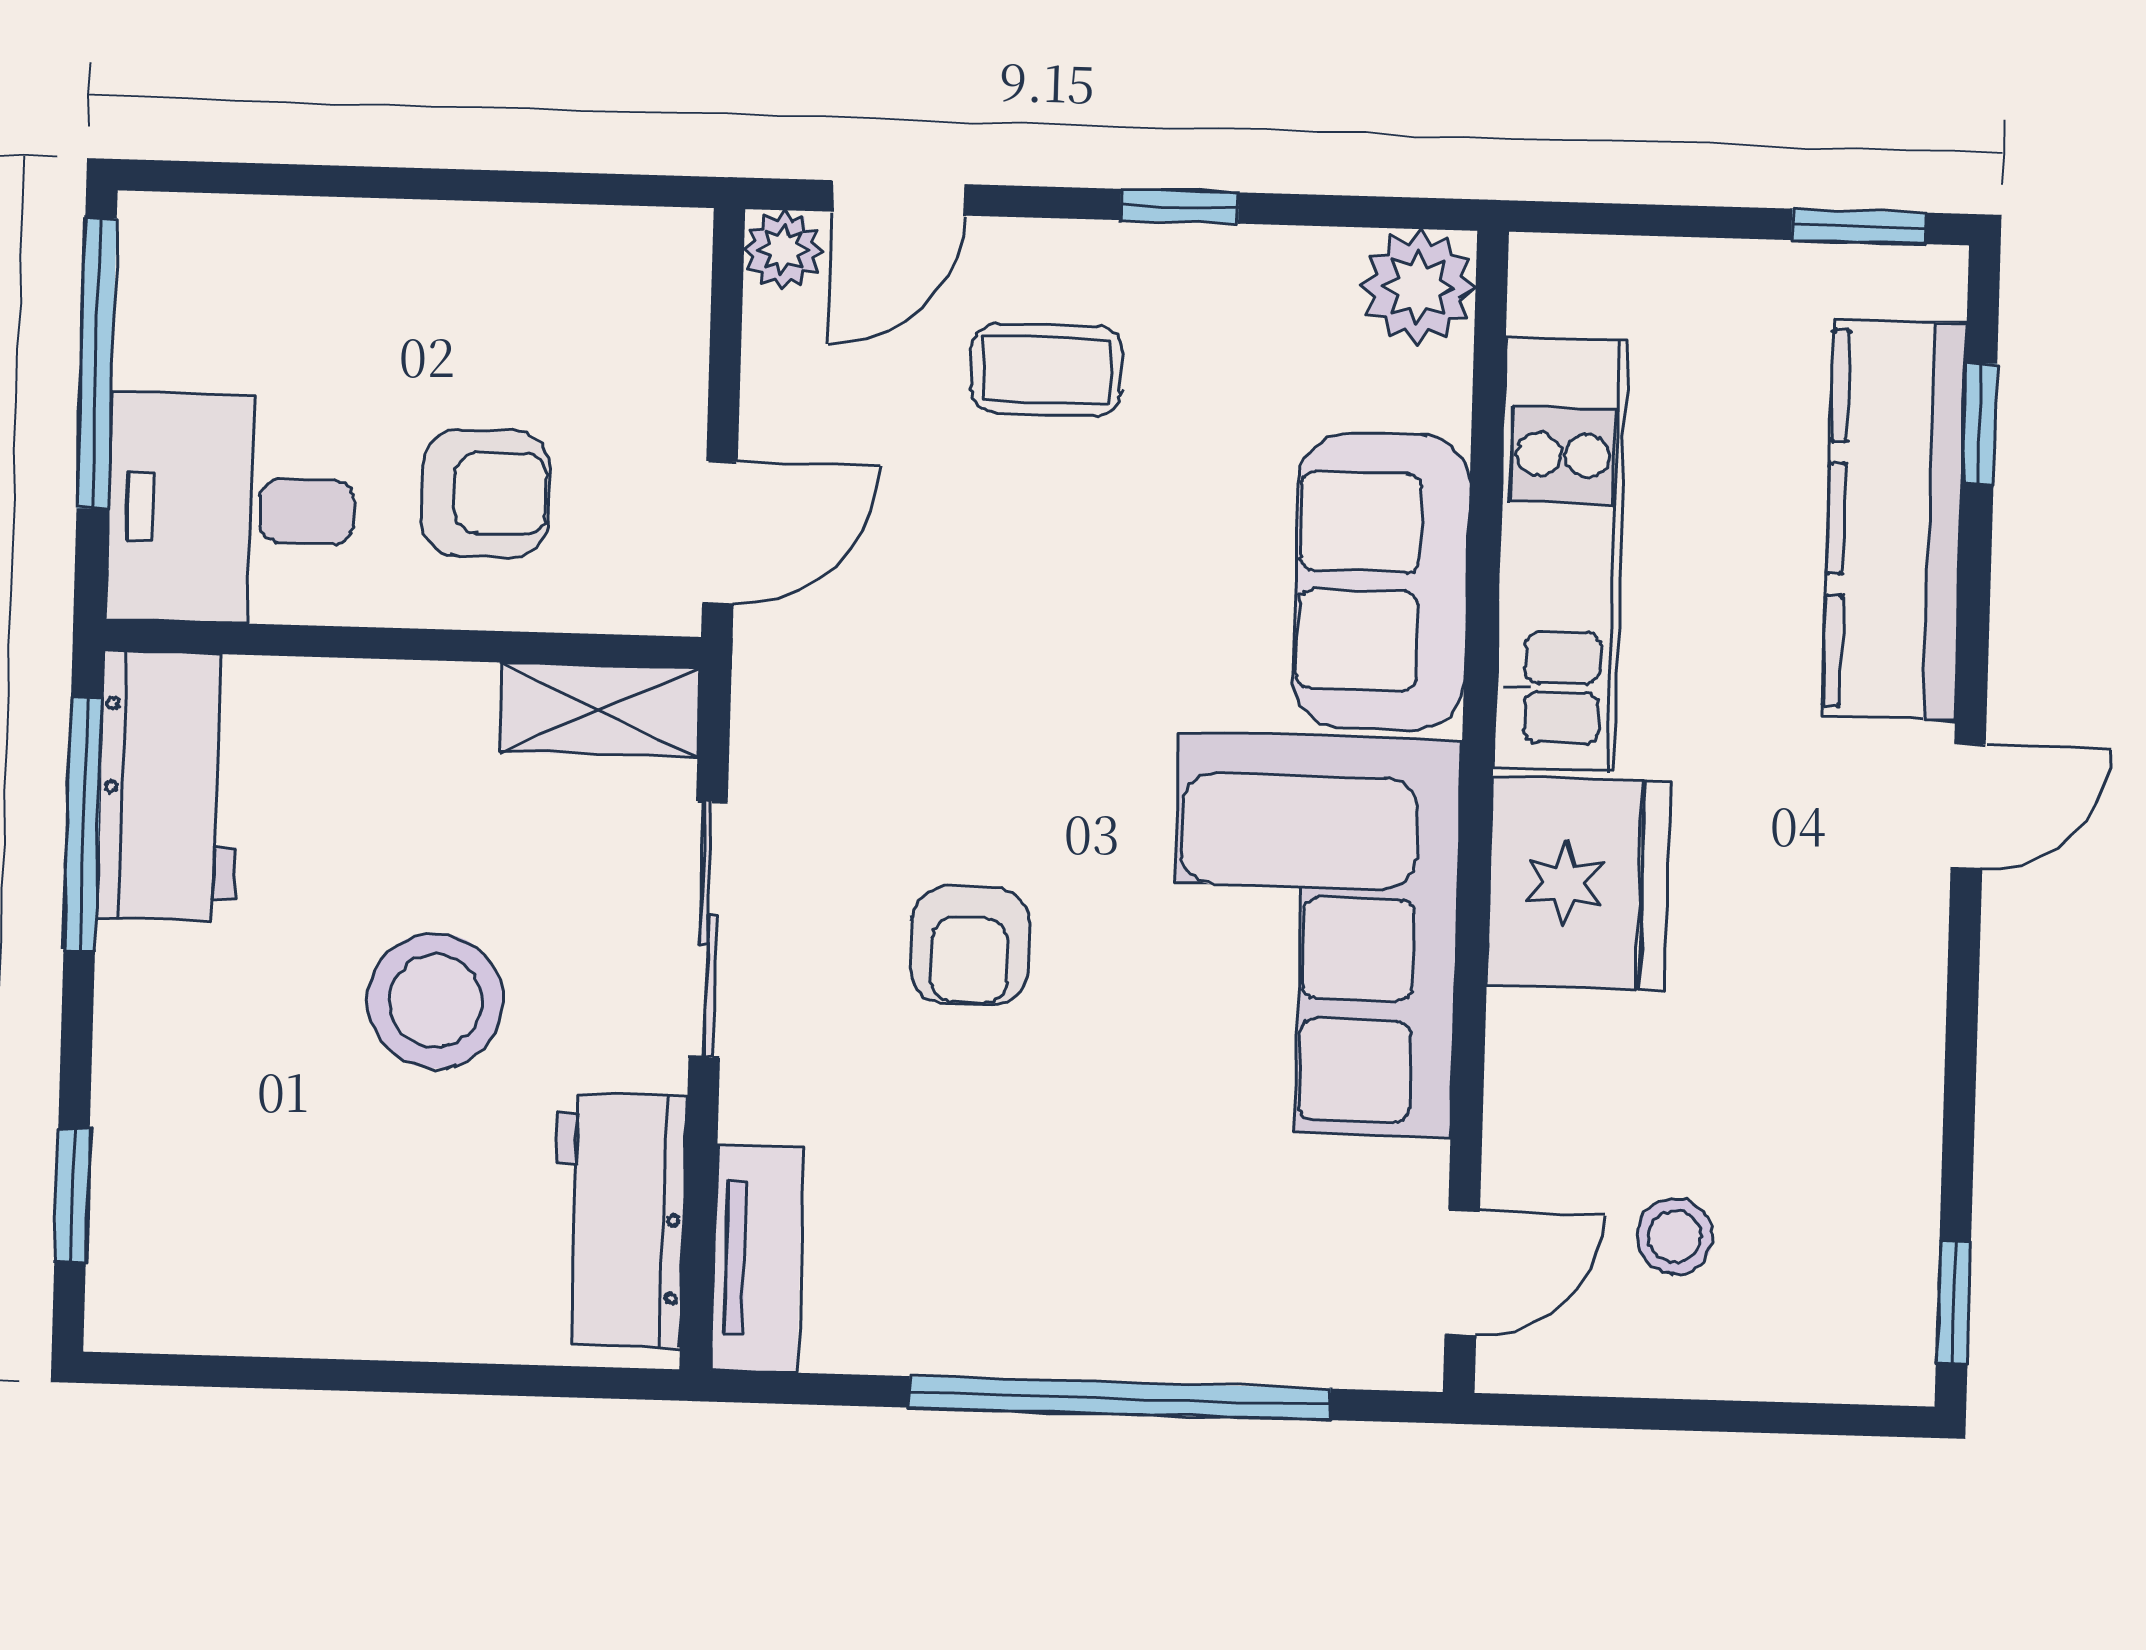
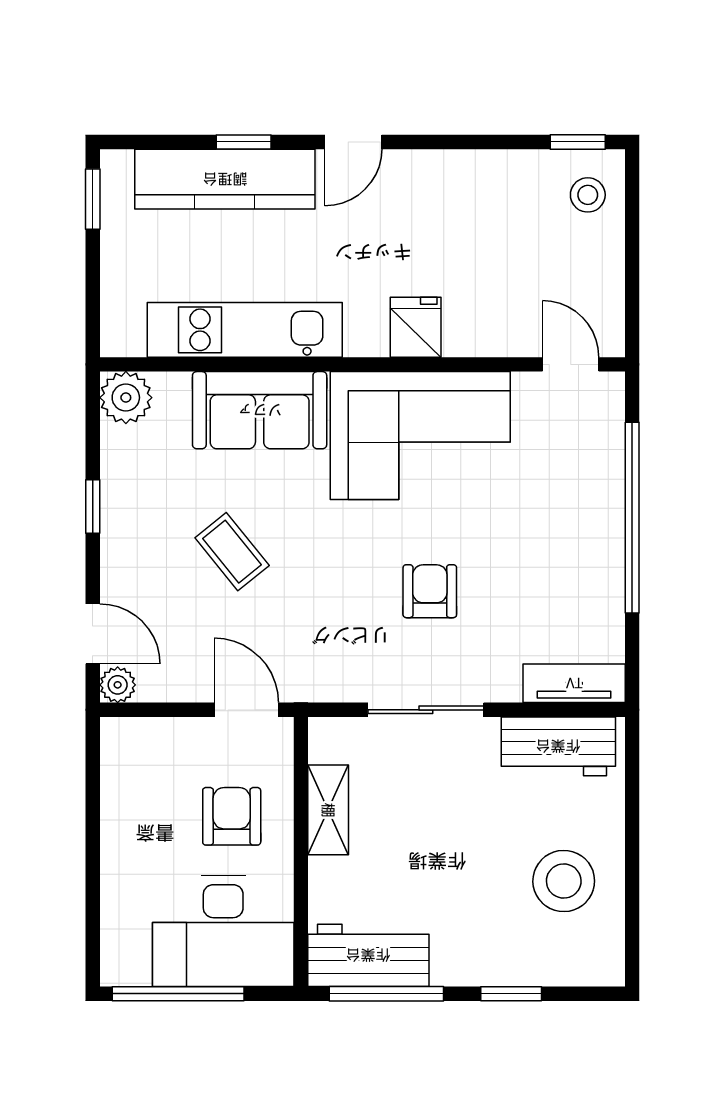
coffee table: (1047, 369) -> (232, 552), moved, turned -39
window: (1980, 424) -> (244, 142), moved
desk: (231, 509) -> (223, 931), width x1.37
shelving: (599, 710) -> (328, 810), moved
door: (1968, 807) -> (353, 142), swing flipped
fridge: (1578, 883) -> (416, 327), width x0.53, depth x0.75
armchair: (970, 946) -> (430, 591), turned -90
stool: (435, 1001) -> (564, 881), moved
window: (72, 1195) -> (511, 994), moved
stool: (1675, 1236) -> (588, 195), moved

